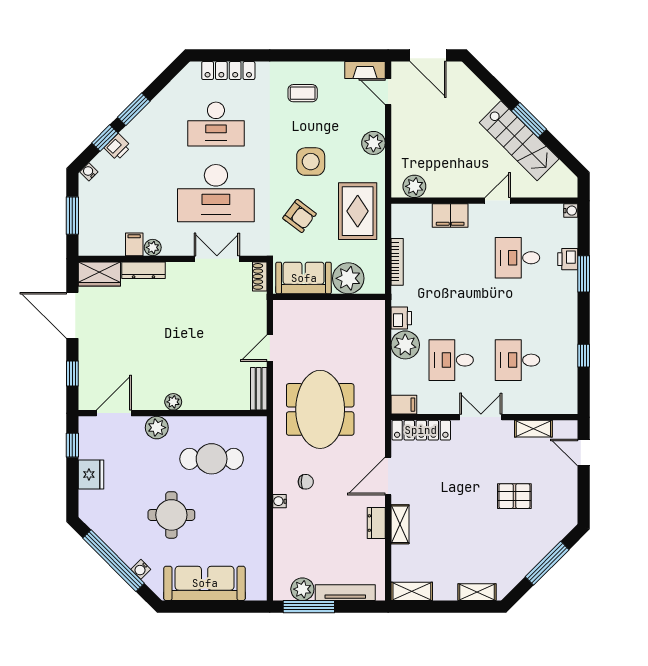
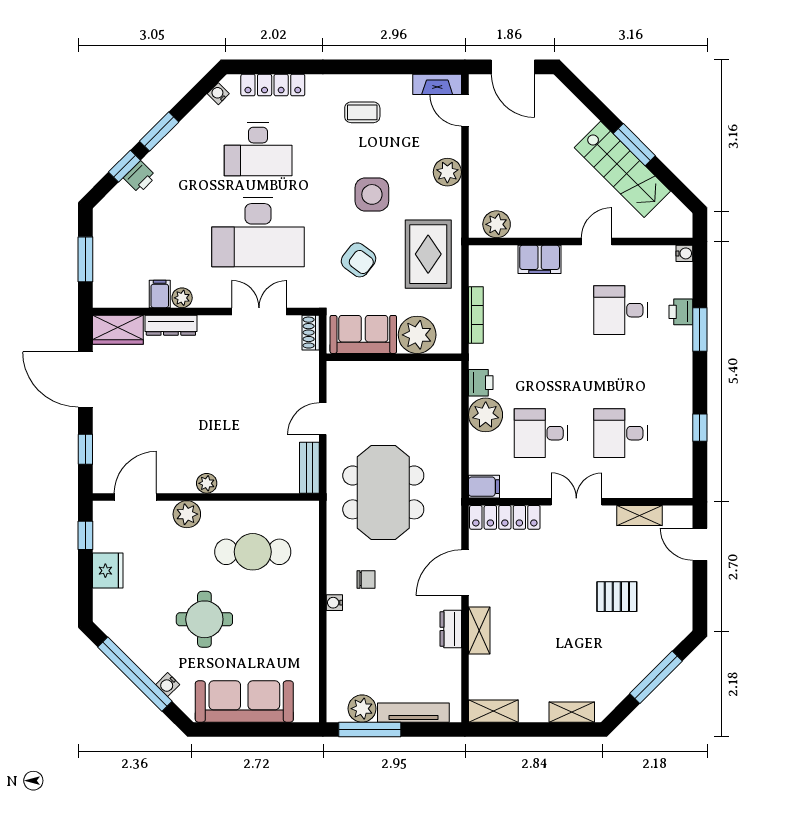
water cooler: (89, 172) -> (218, 94), moved

